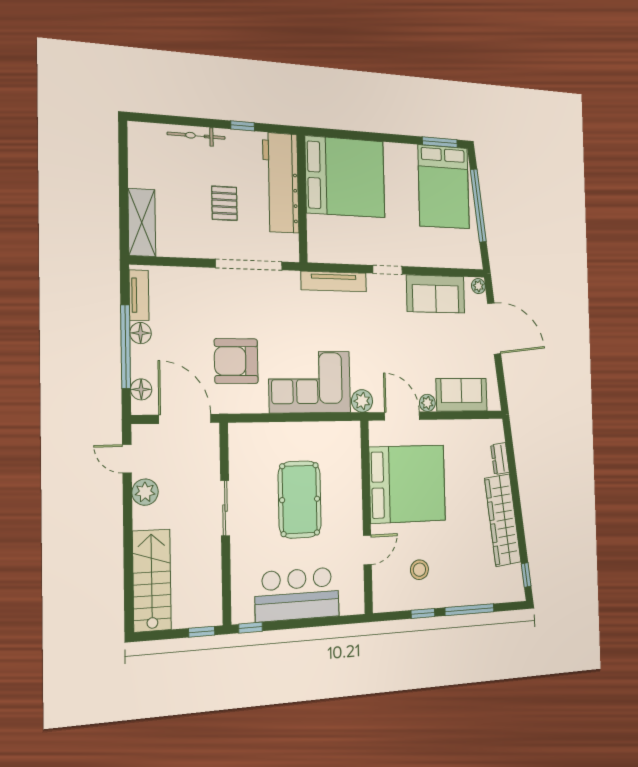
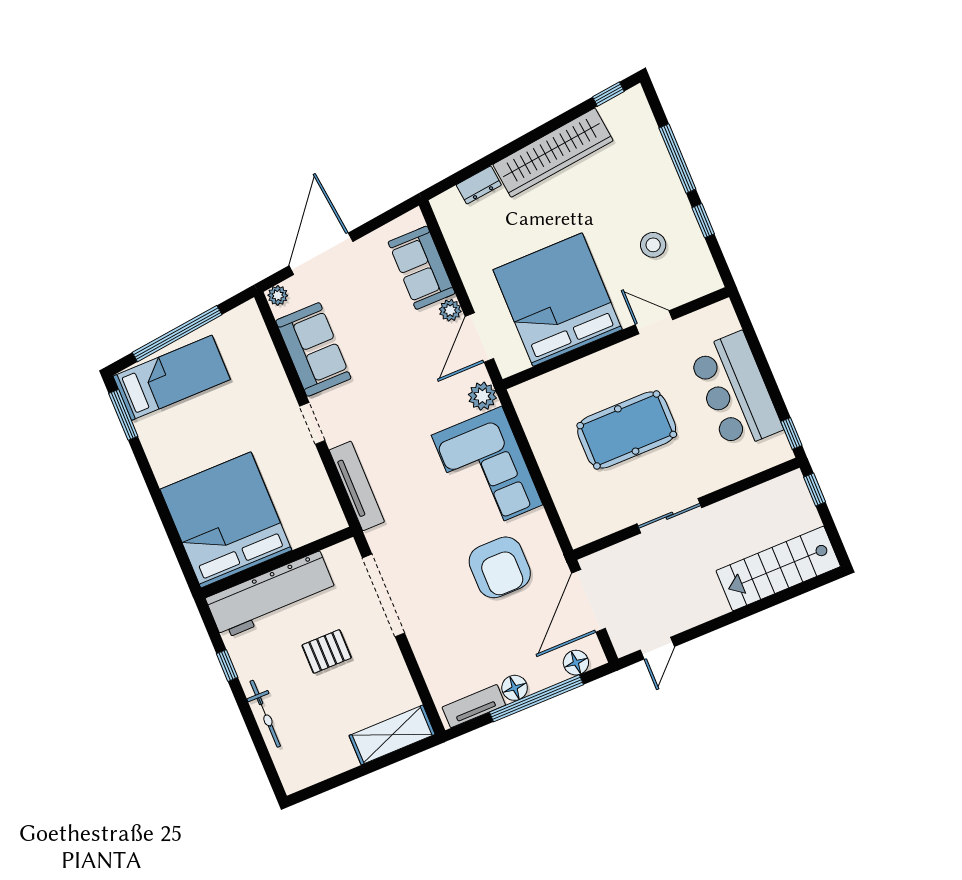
bed: (444, 187) -> (172, 378), width x0.67
plant: (145, 492) -> (686, 614), removed

